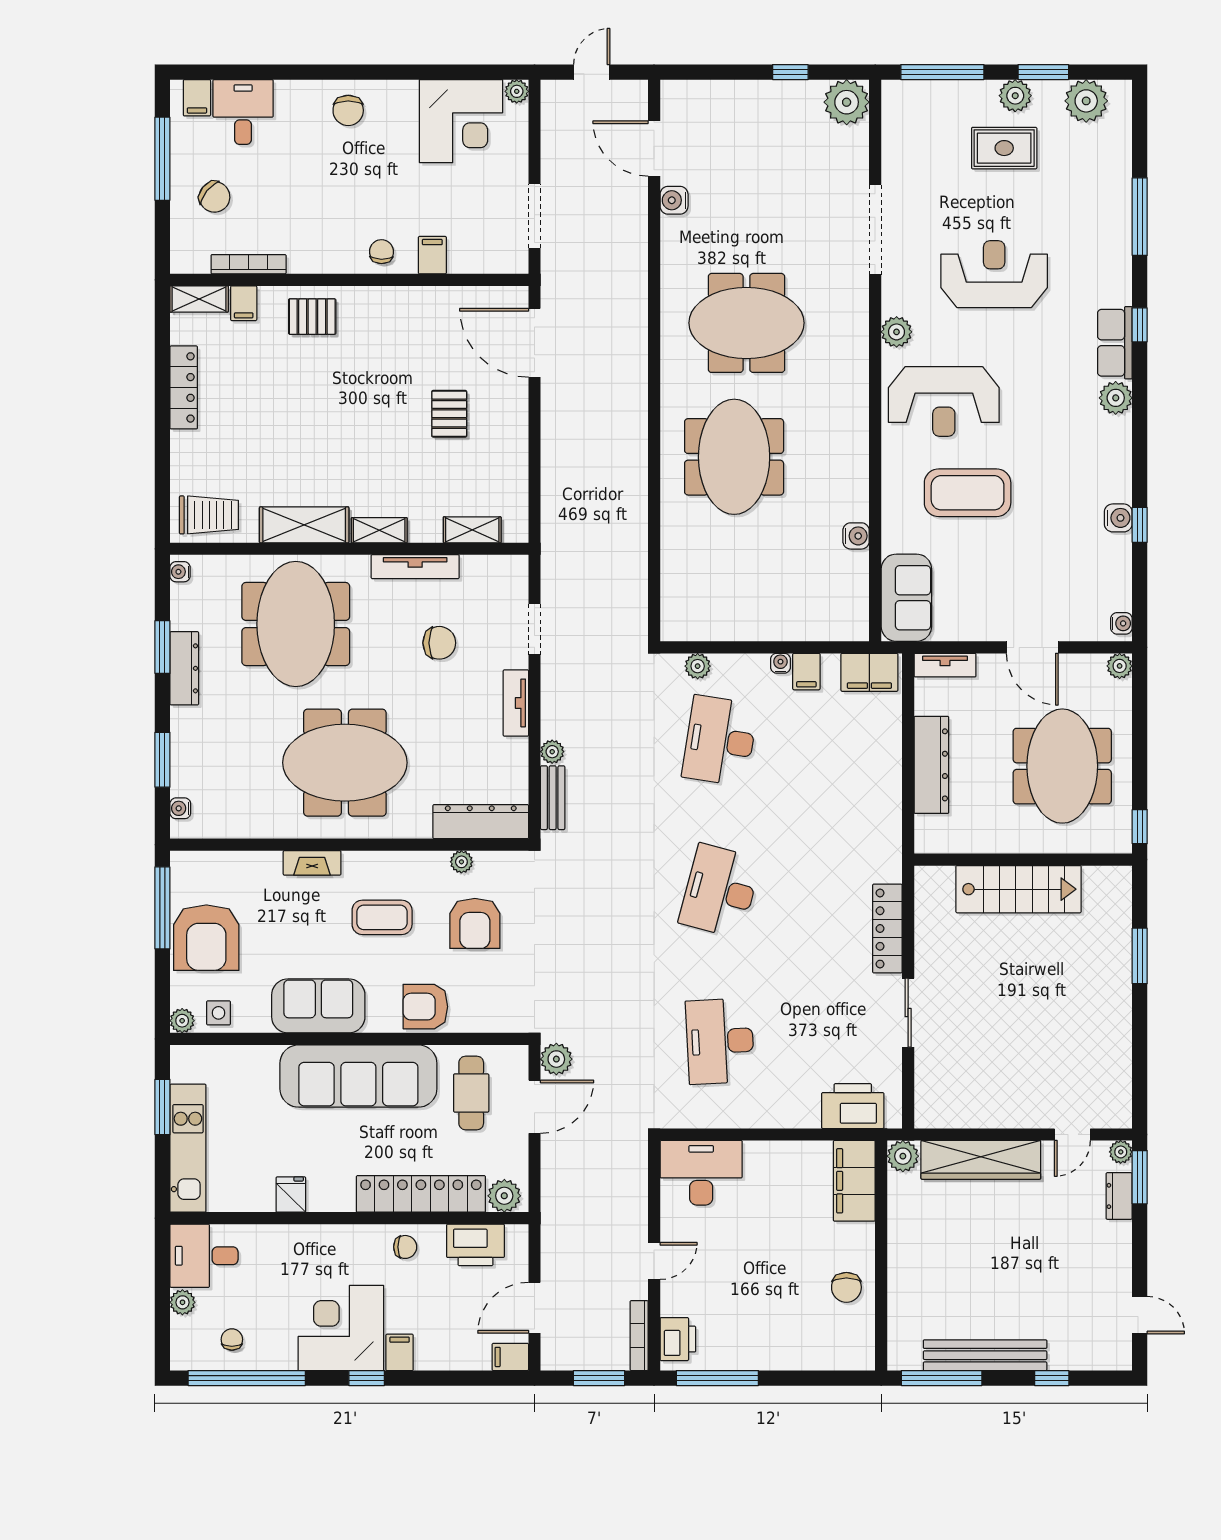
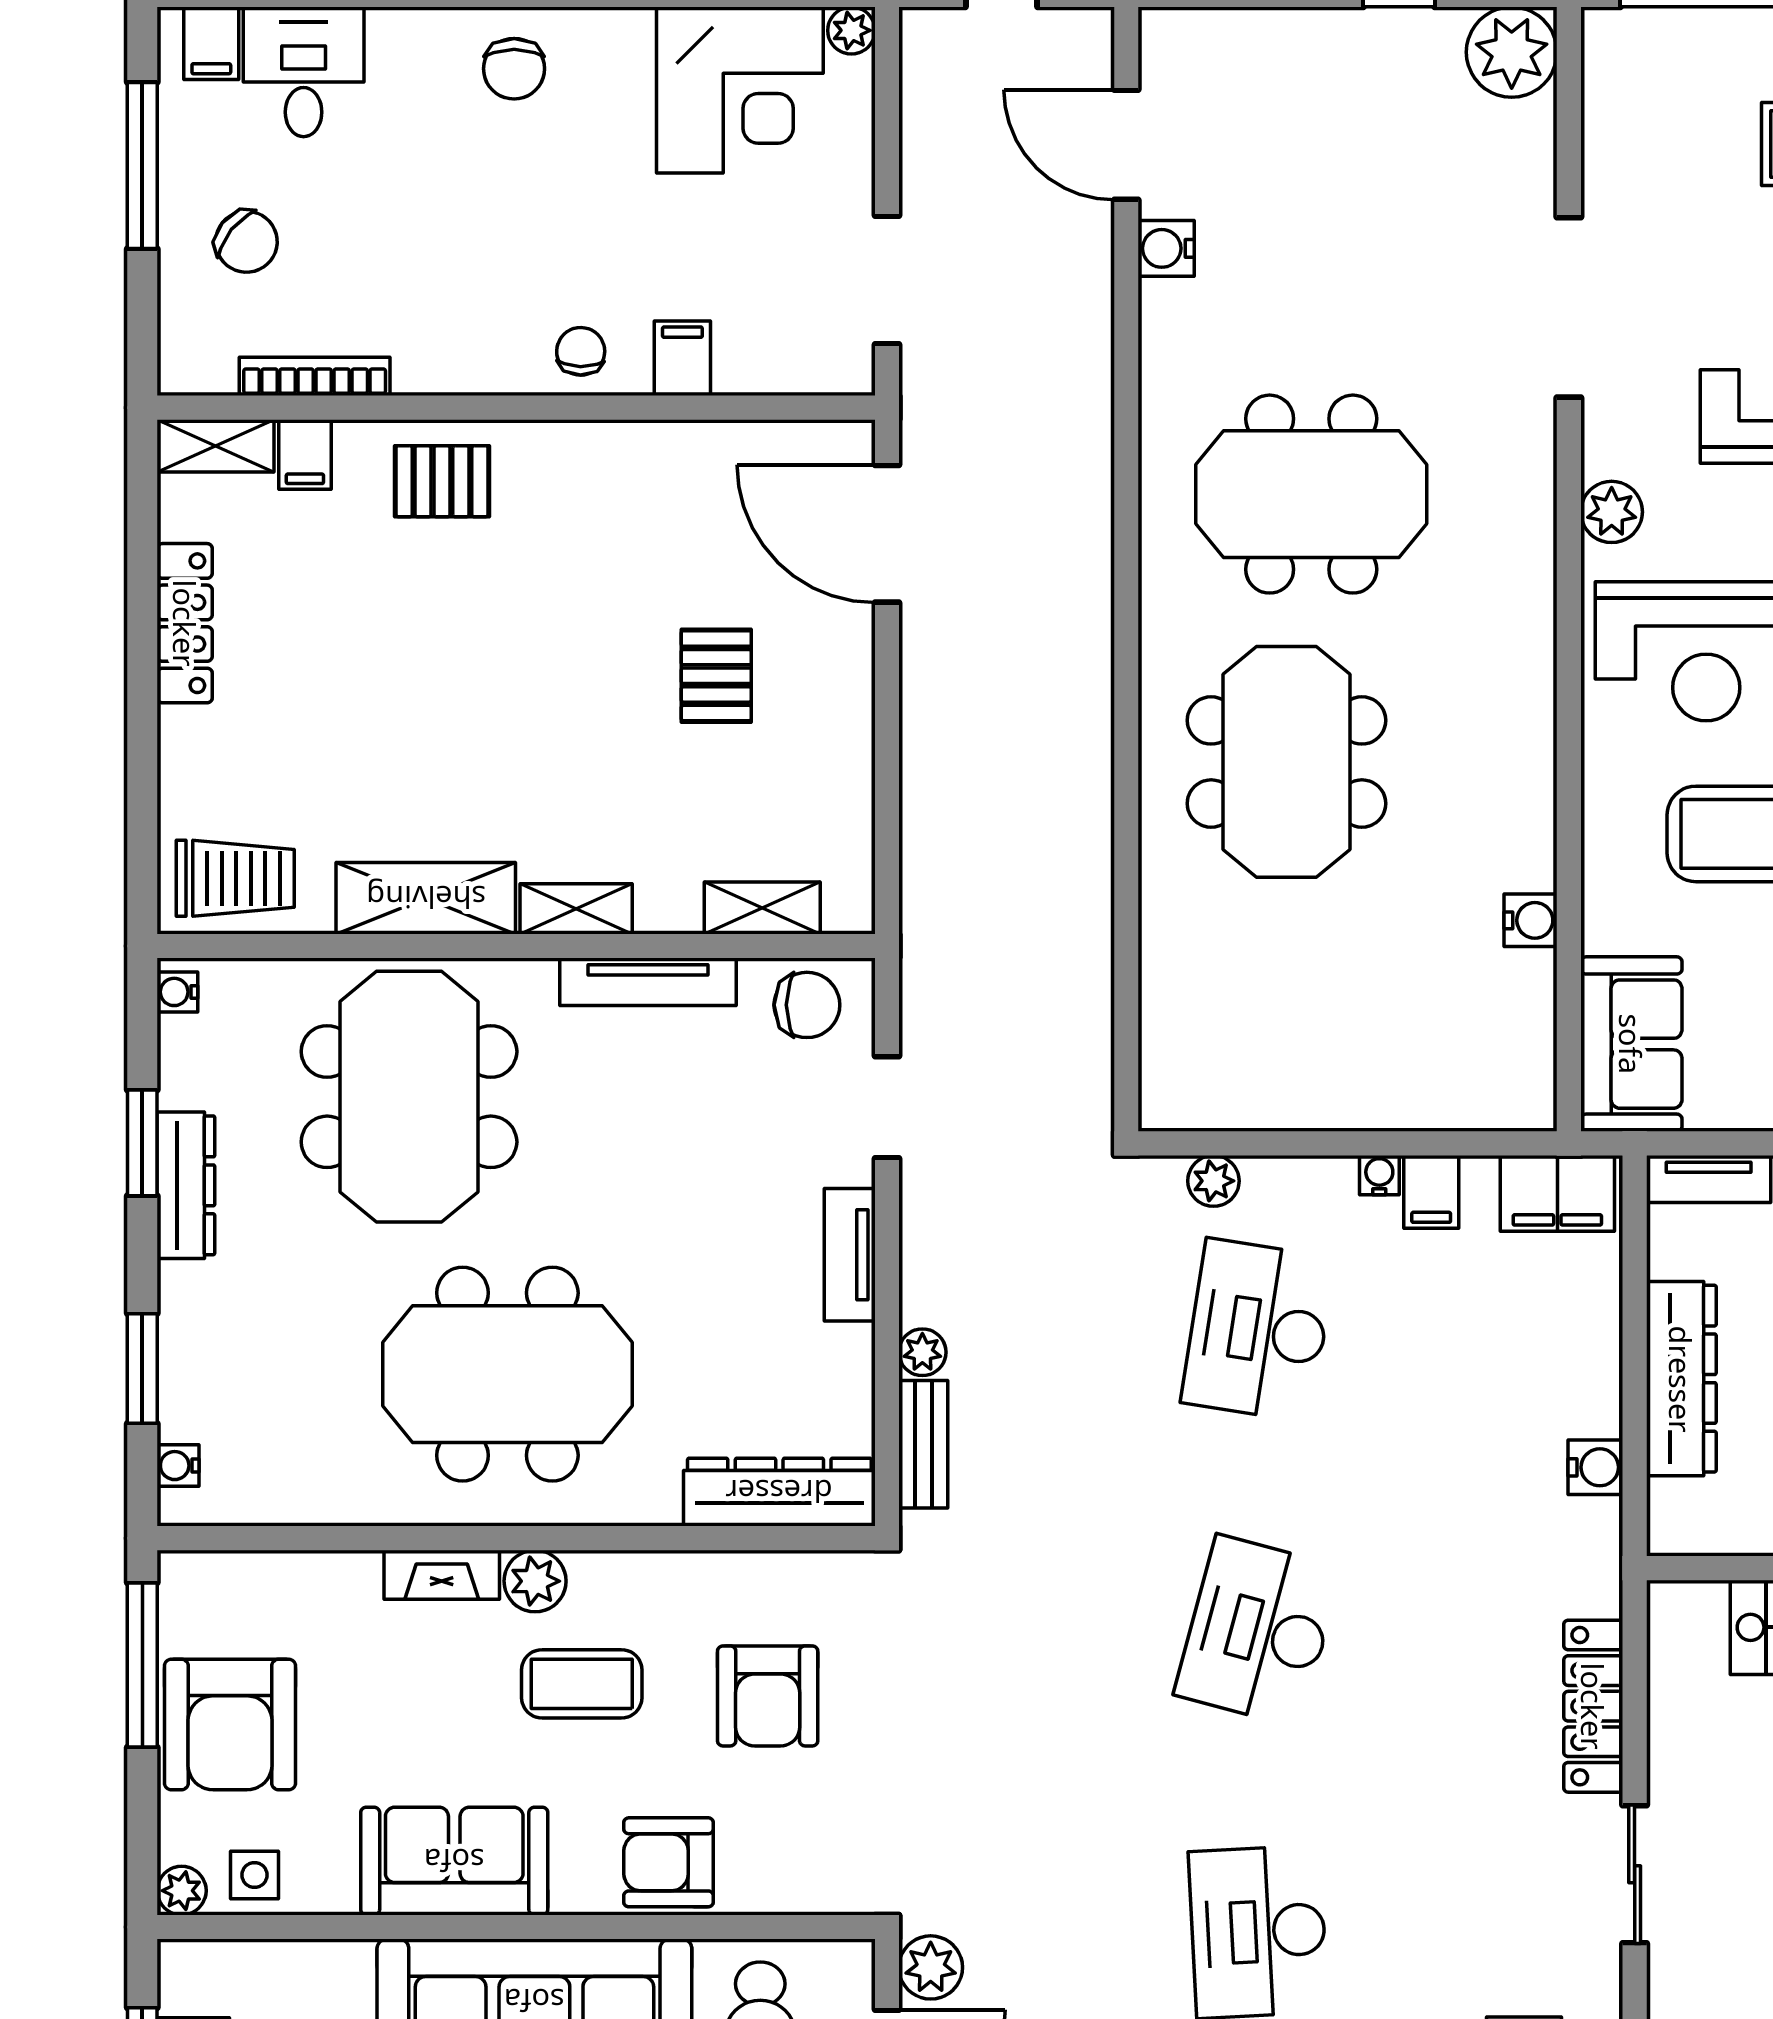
chair: (439, 643) -> (807, 1005), moved
water cooler: (888, 809) -> (1595, 1467), added
plant: (461, 862) -> (535, 1581), moved, width x1.38, depth x1.38

